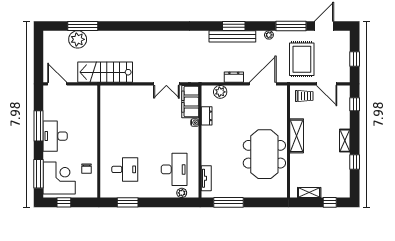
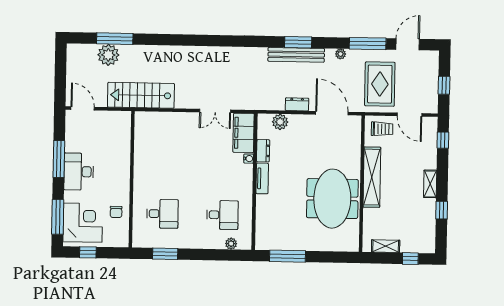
door: (263, 84) -> (332, 113), hinge flipped
shelving: (297, 136) -> (372, 177), width x1.47
desk: (174, 169) -> (222, 215), width x0.73
tv unit: (206, 178) -> (262, 178), moved

